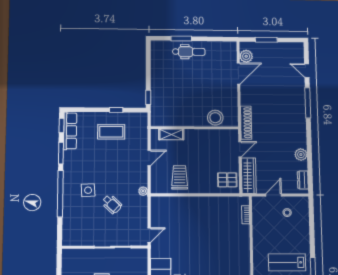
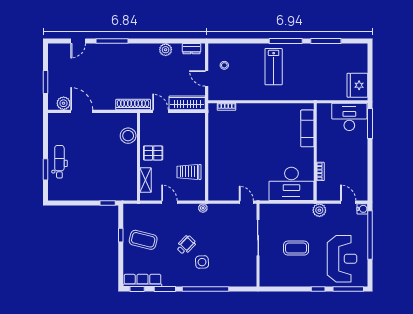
coffee table: (111, 132) -> (143, 240), turned -76
pallet: (227, 180) -> (153, 153), moved, turned 90
wheelchair: (112, 204) -> (186, 245), moved

